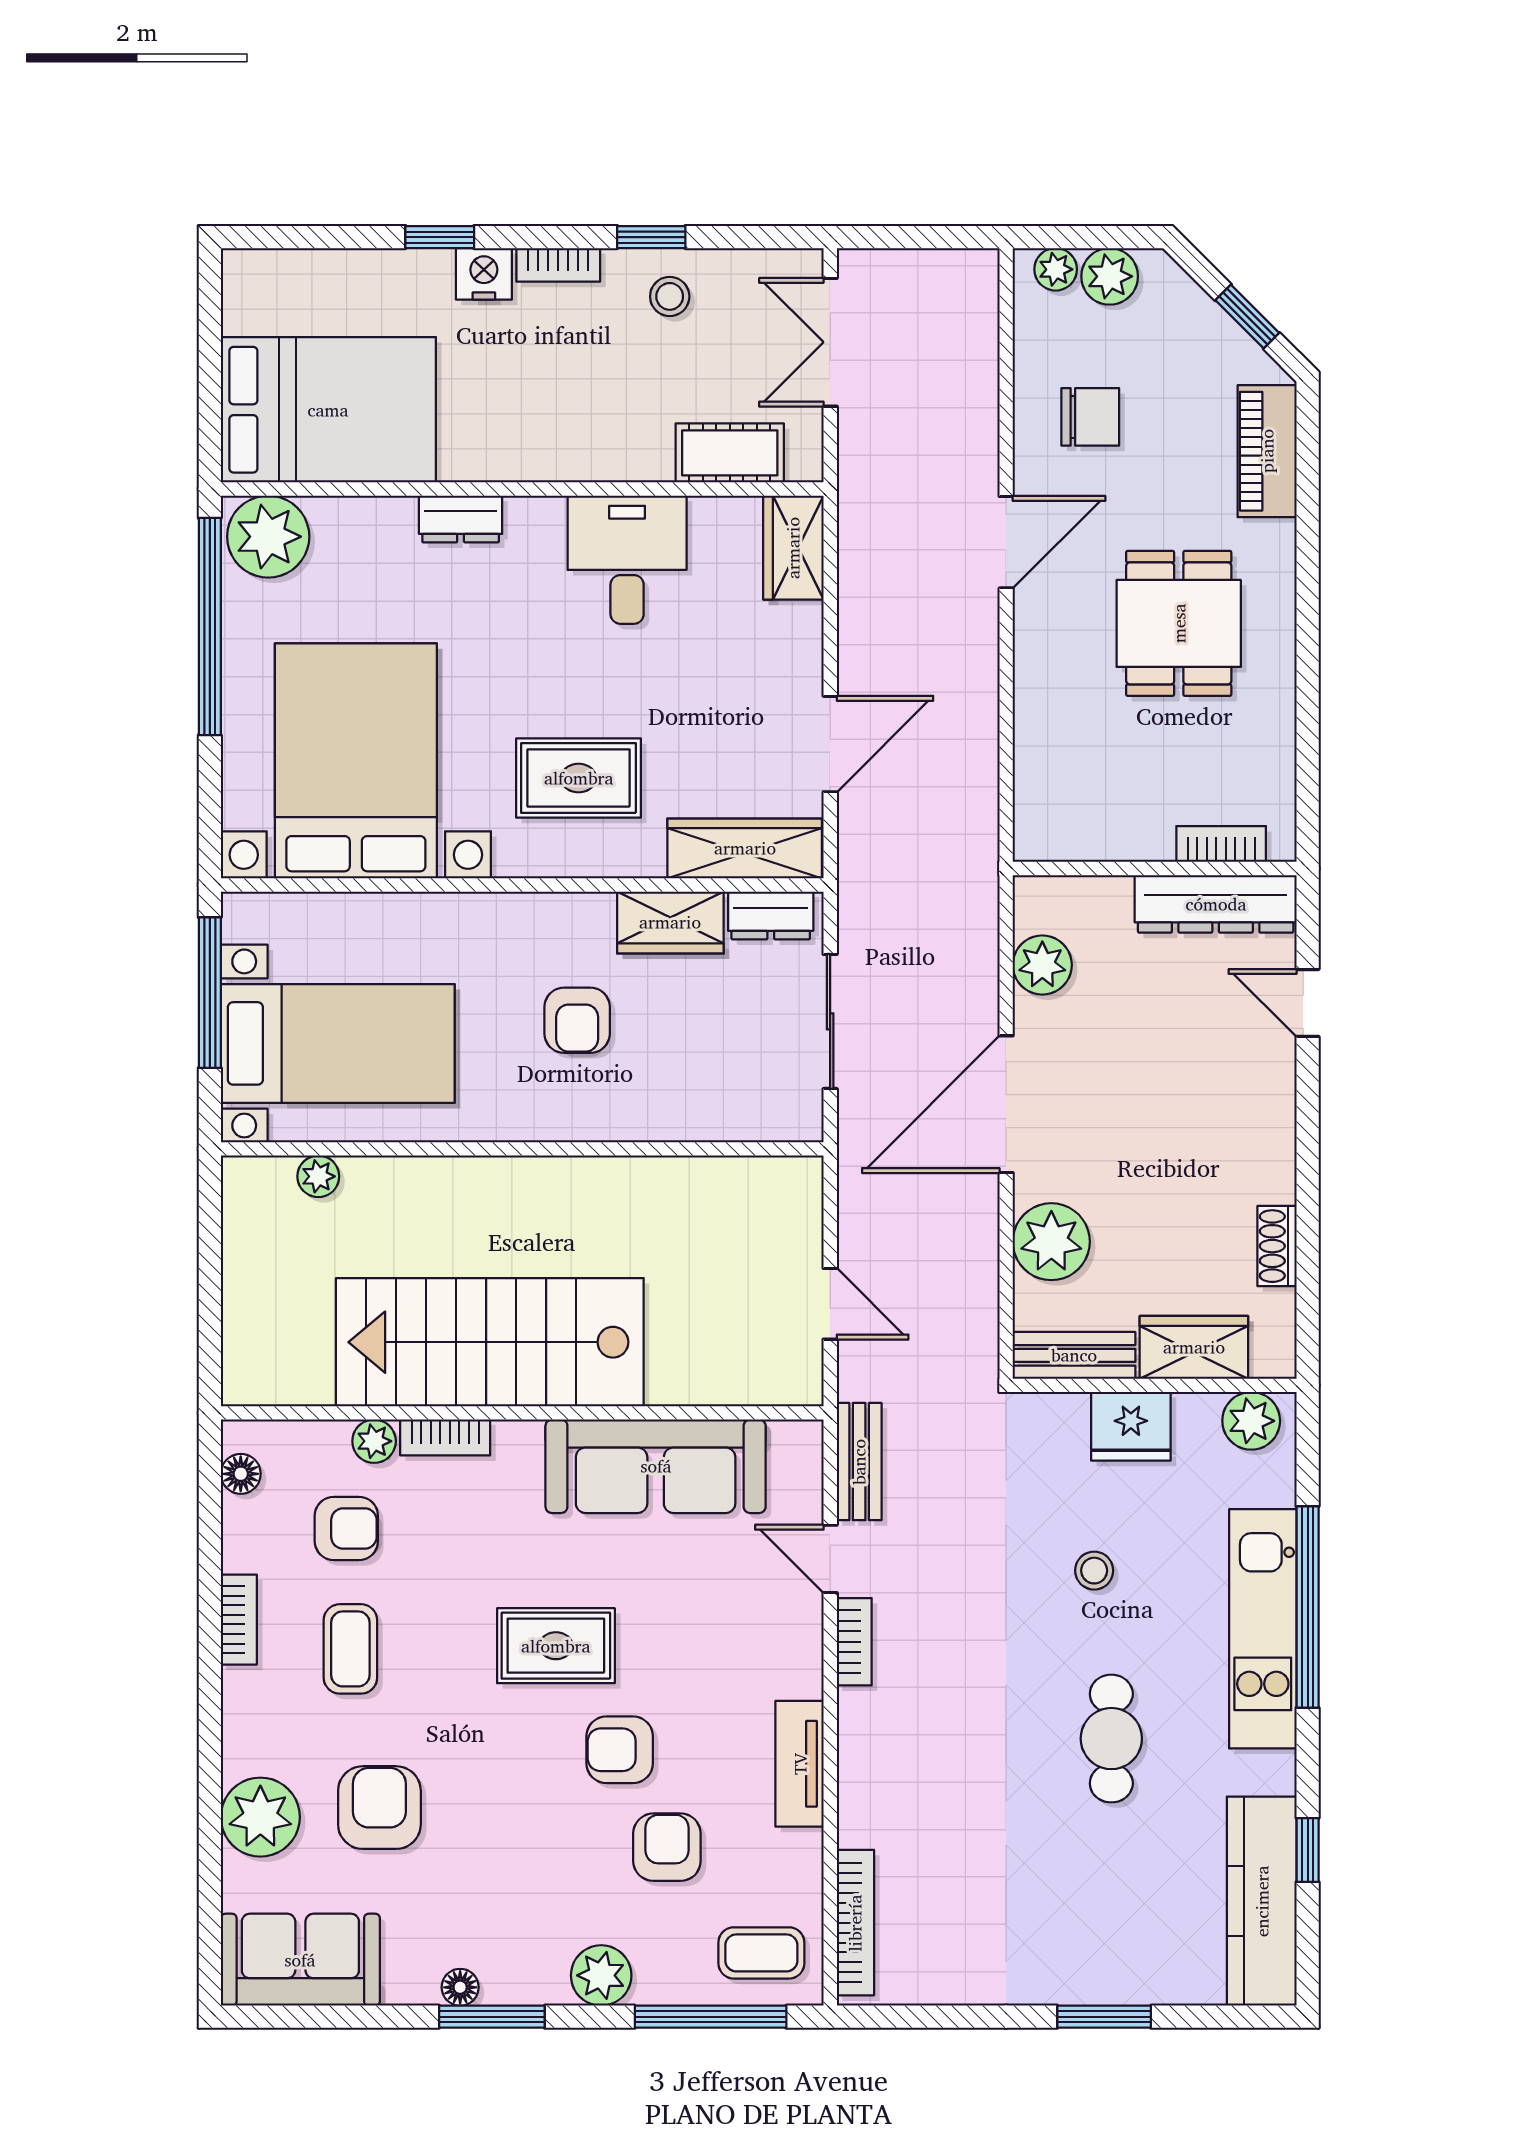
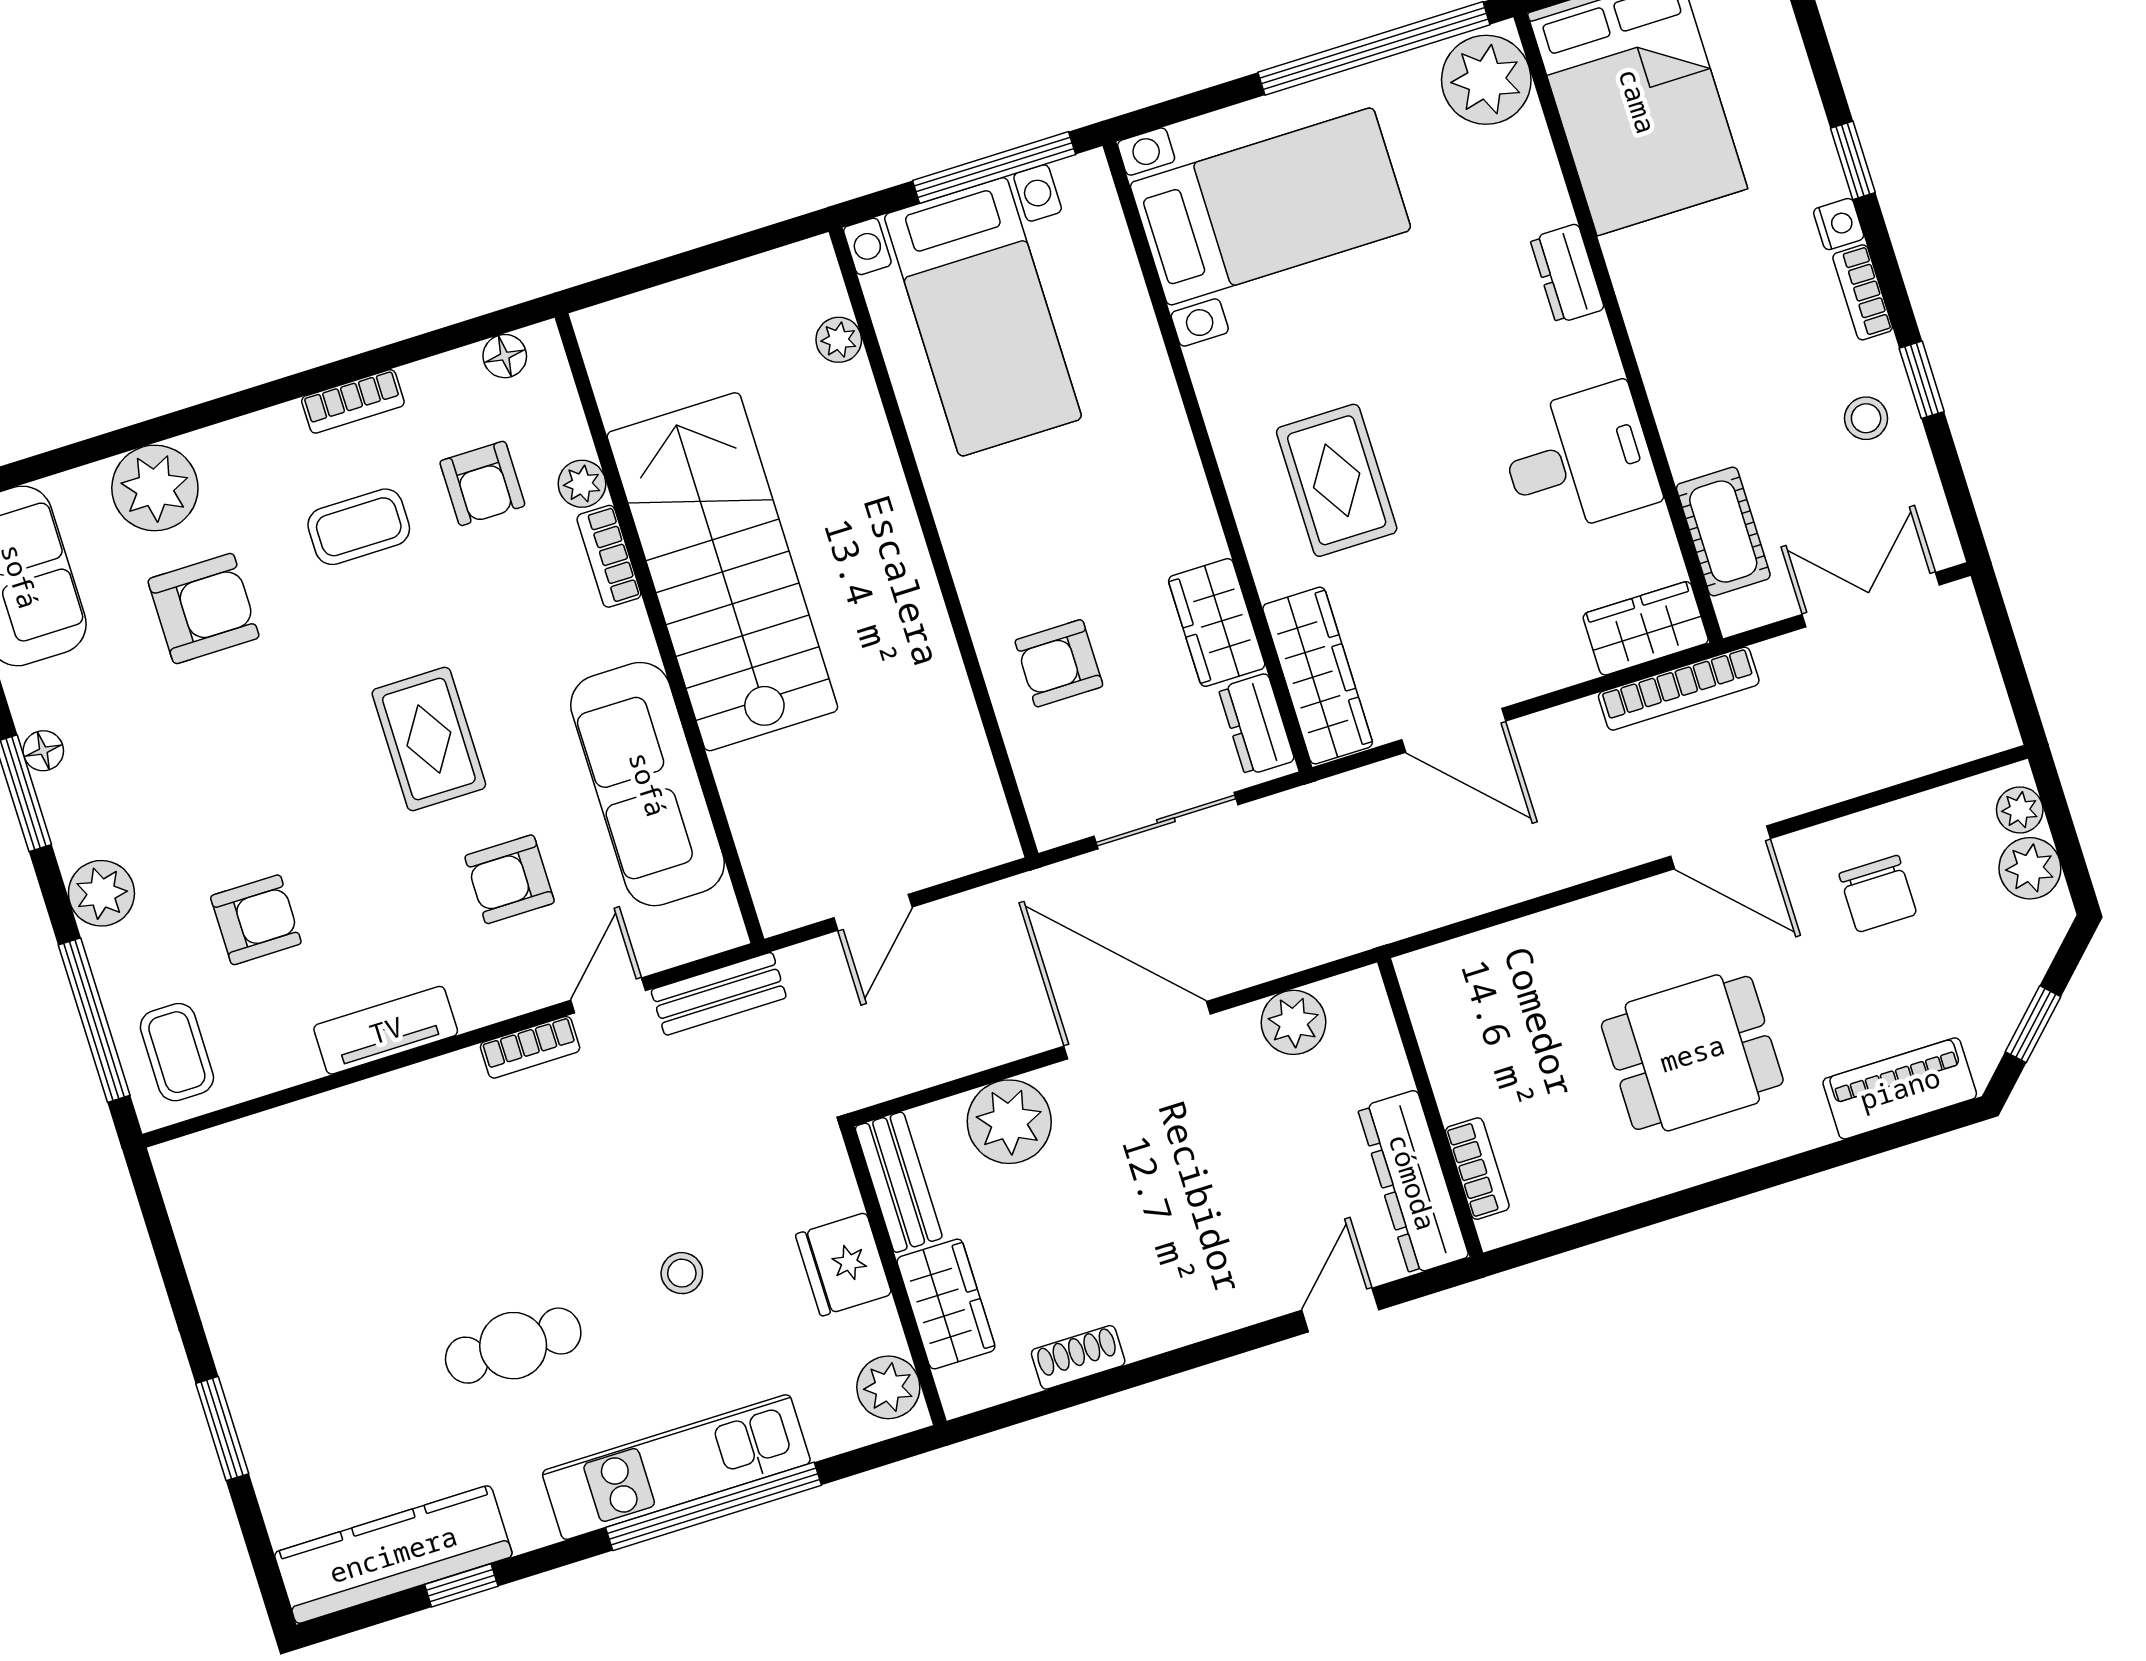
nightstand: (484, 274) -> (1839, 224), width x0.72, depth x0.74
bed with nightstands: (356, 761) -> (1270, 206), width x0.73
armchair: (577, 1020) -> (1059, 663), moved
armchair: (620, 1750) -> (510, 879), moved, turned -90
bookcase: (855, 1923) -> (1679, 689), moved

